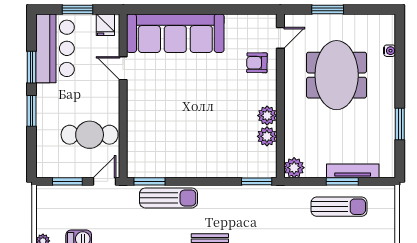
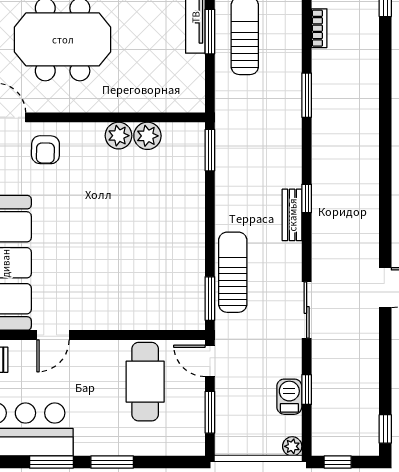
plant: (294, 168) -> (191, 98), removed

